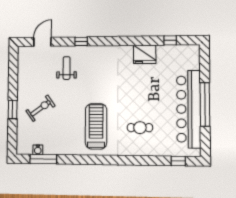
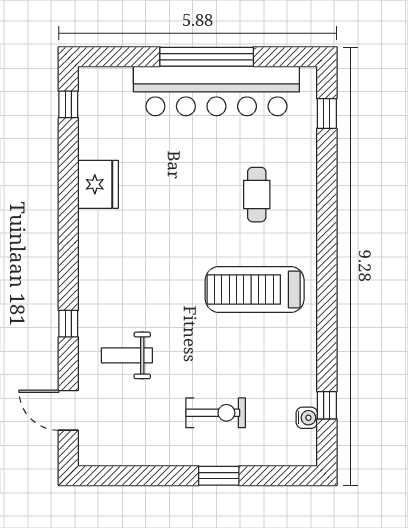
window: (170, 40) -> (68, 104), moved
exercise bike: (40, 108) -> (216, 413), turned 126
window: (43, 159) -> (327, 405), width x0.46

